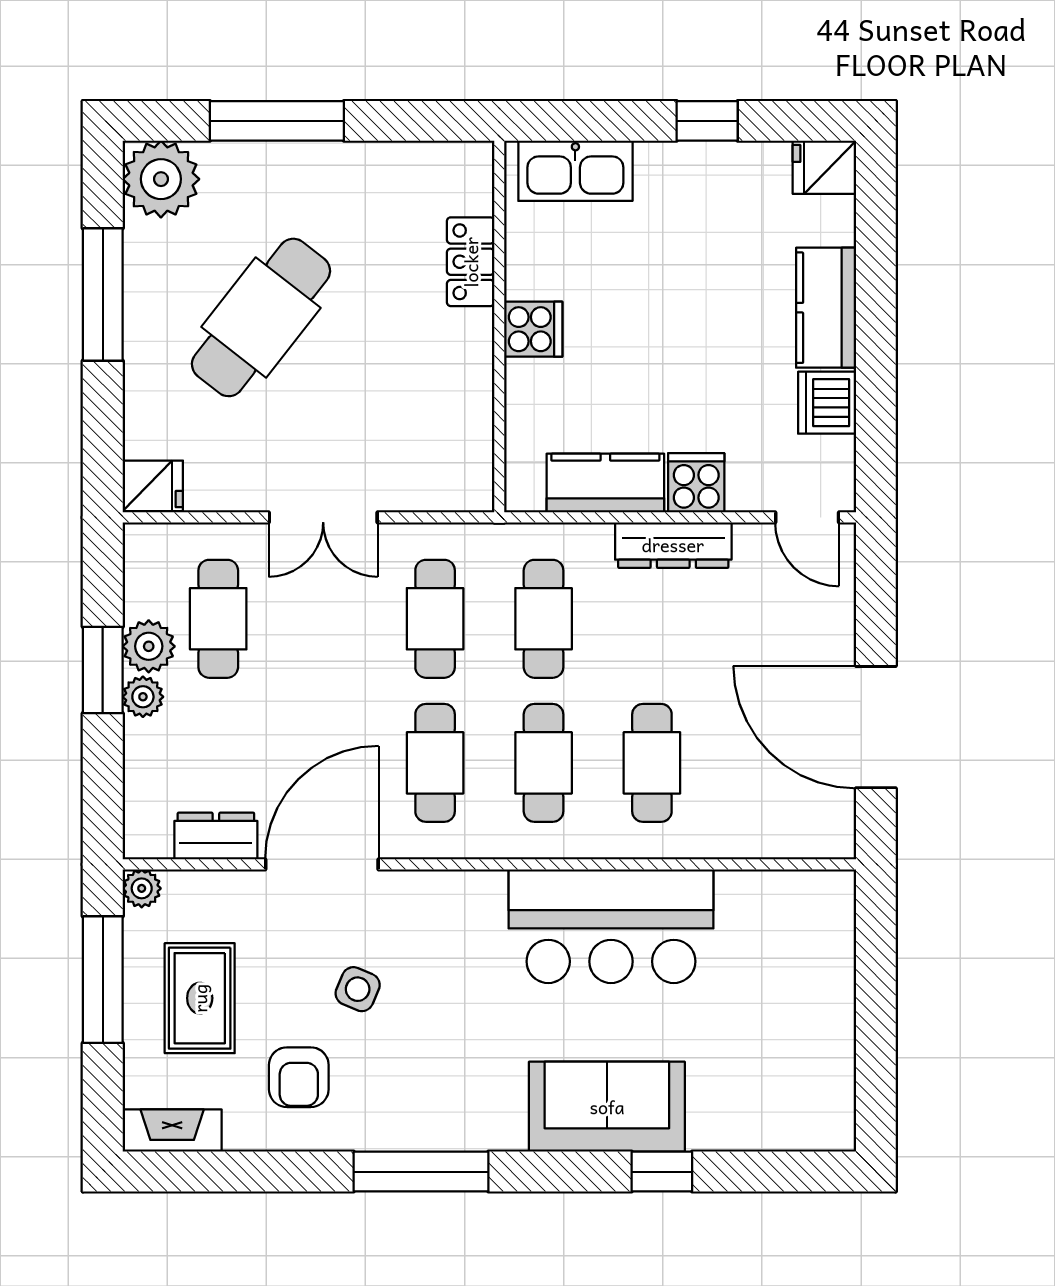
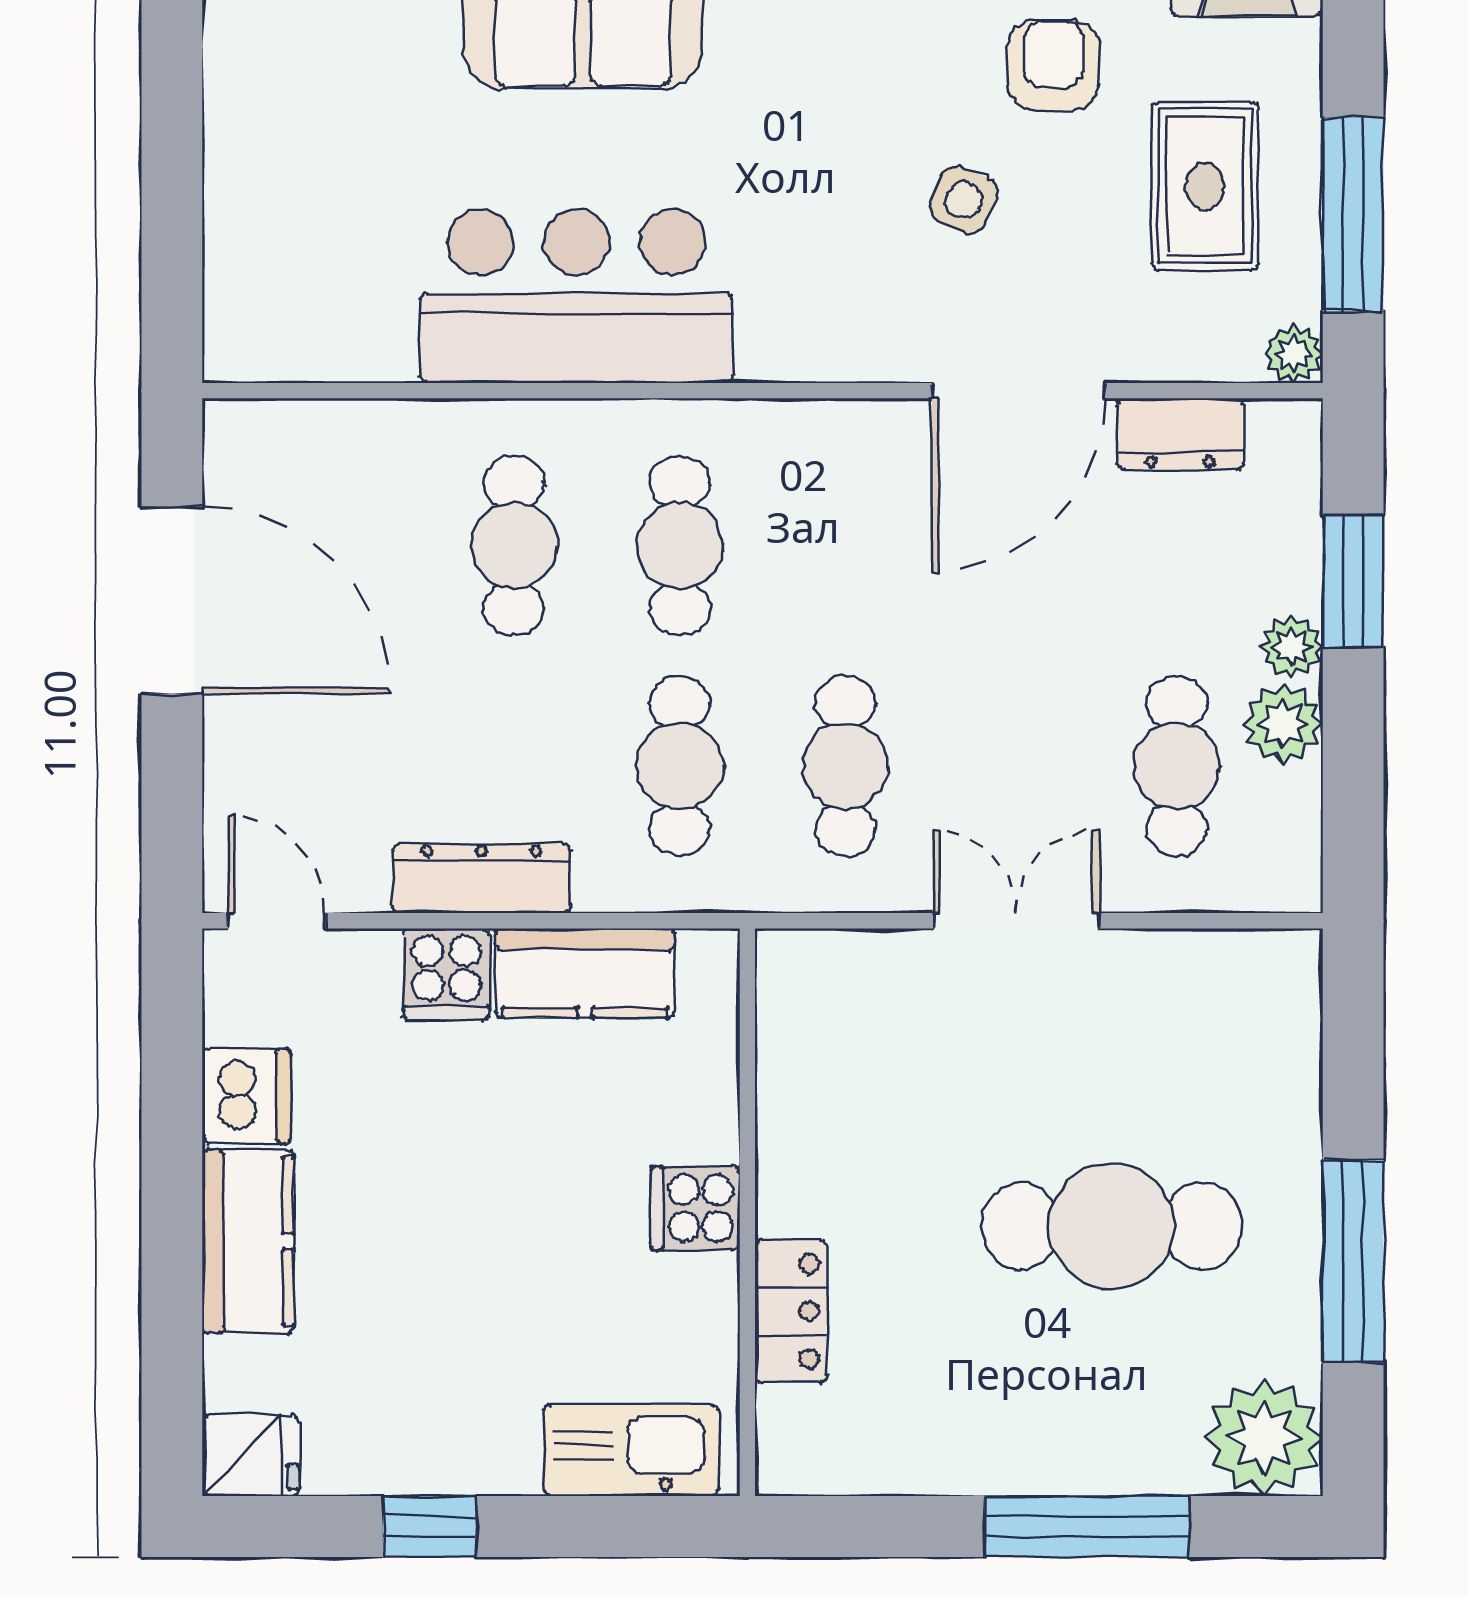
cafe table: (261, 317) -> (1111, 1226), turned 52
fridge: (153, 486) -> (1277, 969), removed
window: (103, 670) -> (1353, 581), moved
cafe table: (435, 763) -> (845, 546), removed

